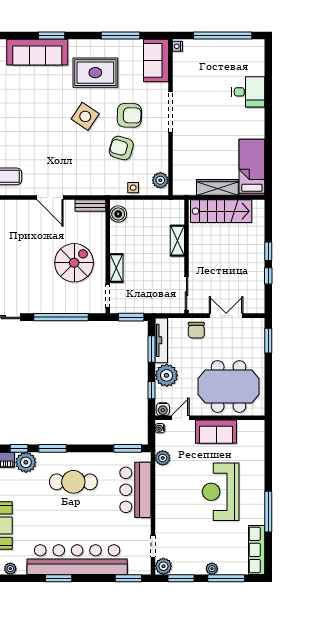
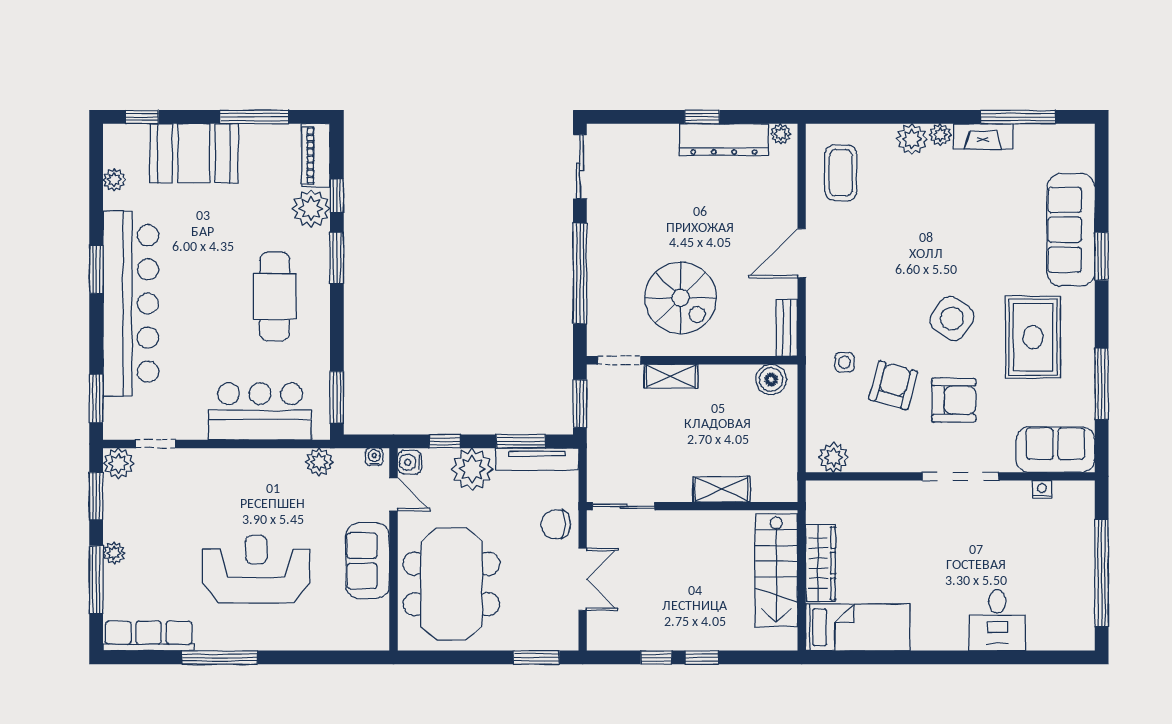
nightstand: (178, 46) -> (1042, 489), moved
armchair: (129, 115) -> (954, 400), turned -92
side table: (133, 188) -> (844, 362), moved

